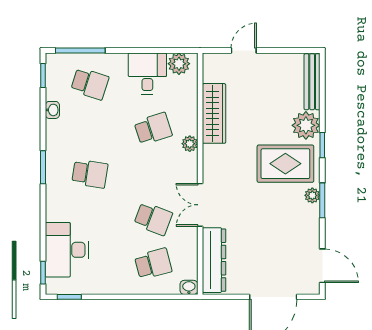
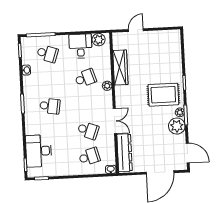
bench: (312, 82) -> (177, 46), removed
plant: (306, 125) -> (177, 126), moved
double door: (200, 205) -> (115, 121), swing flipped

